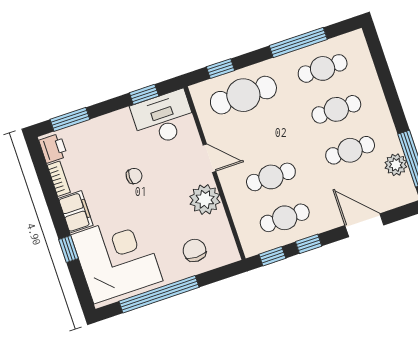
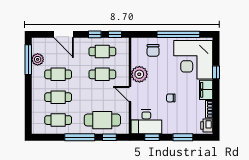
window: (298, 42) -> (80, 137), moved
window: (70, 119) -> (183, 137), moved

